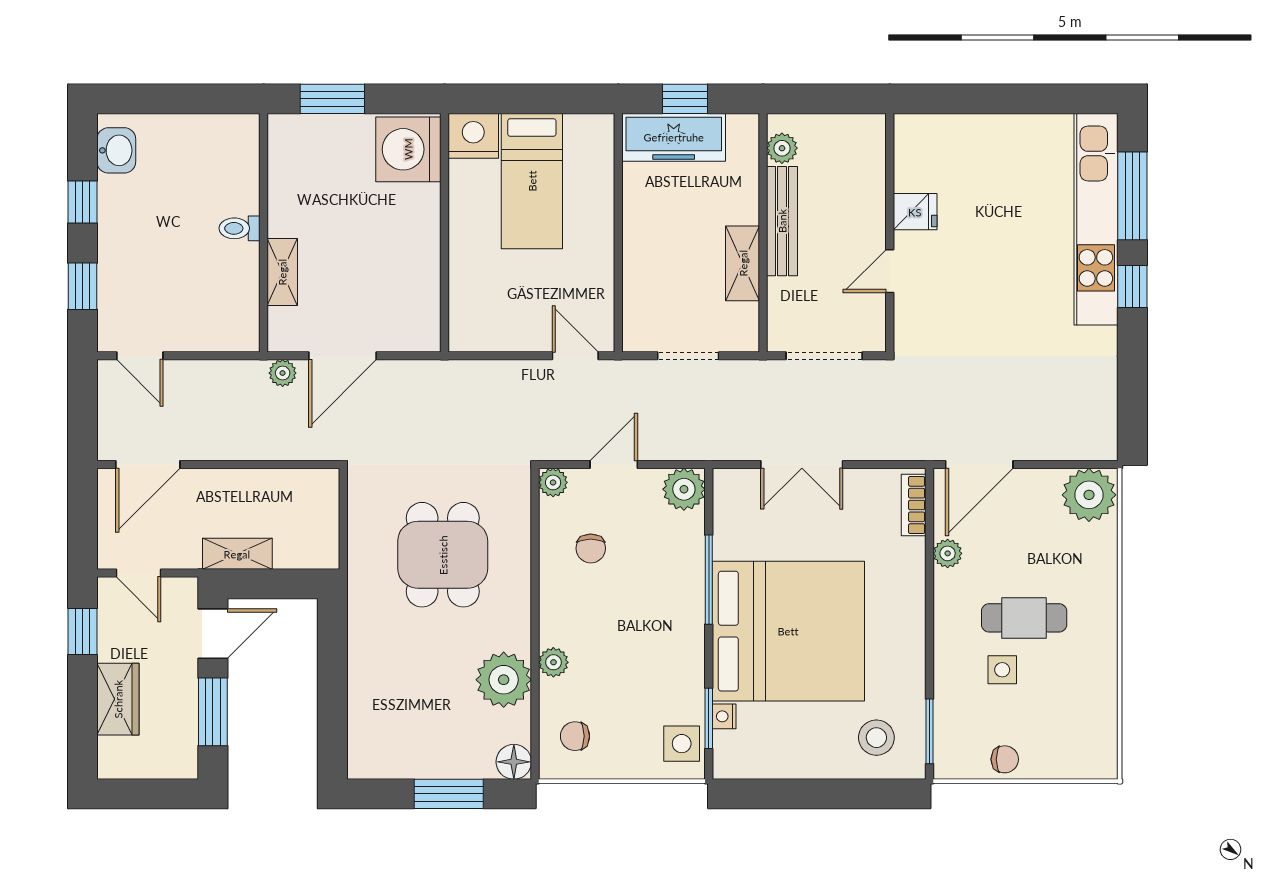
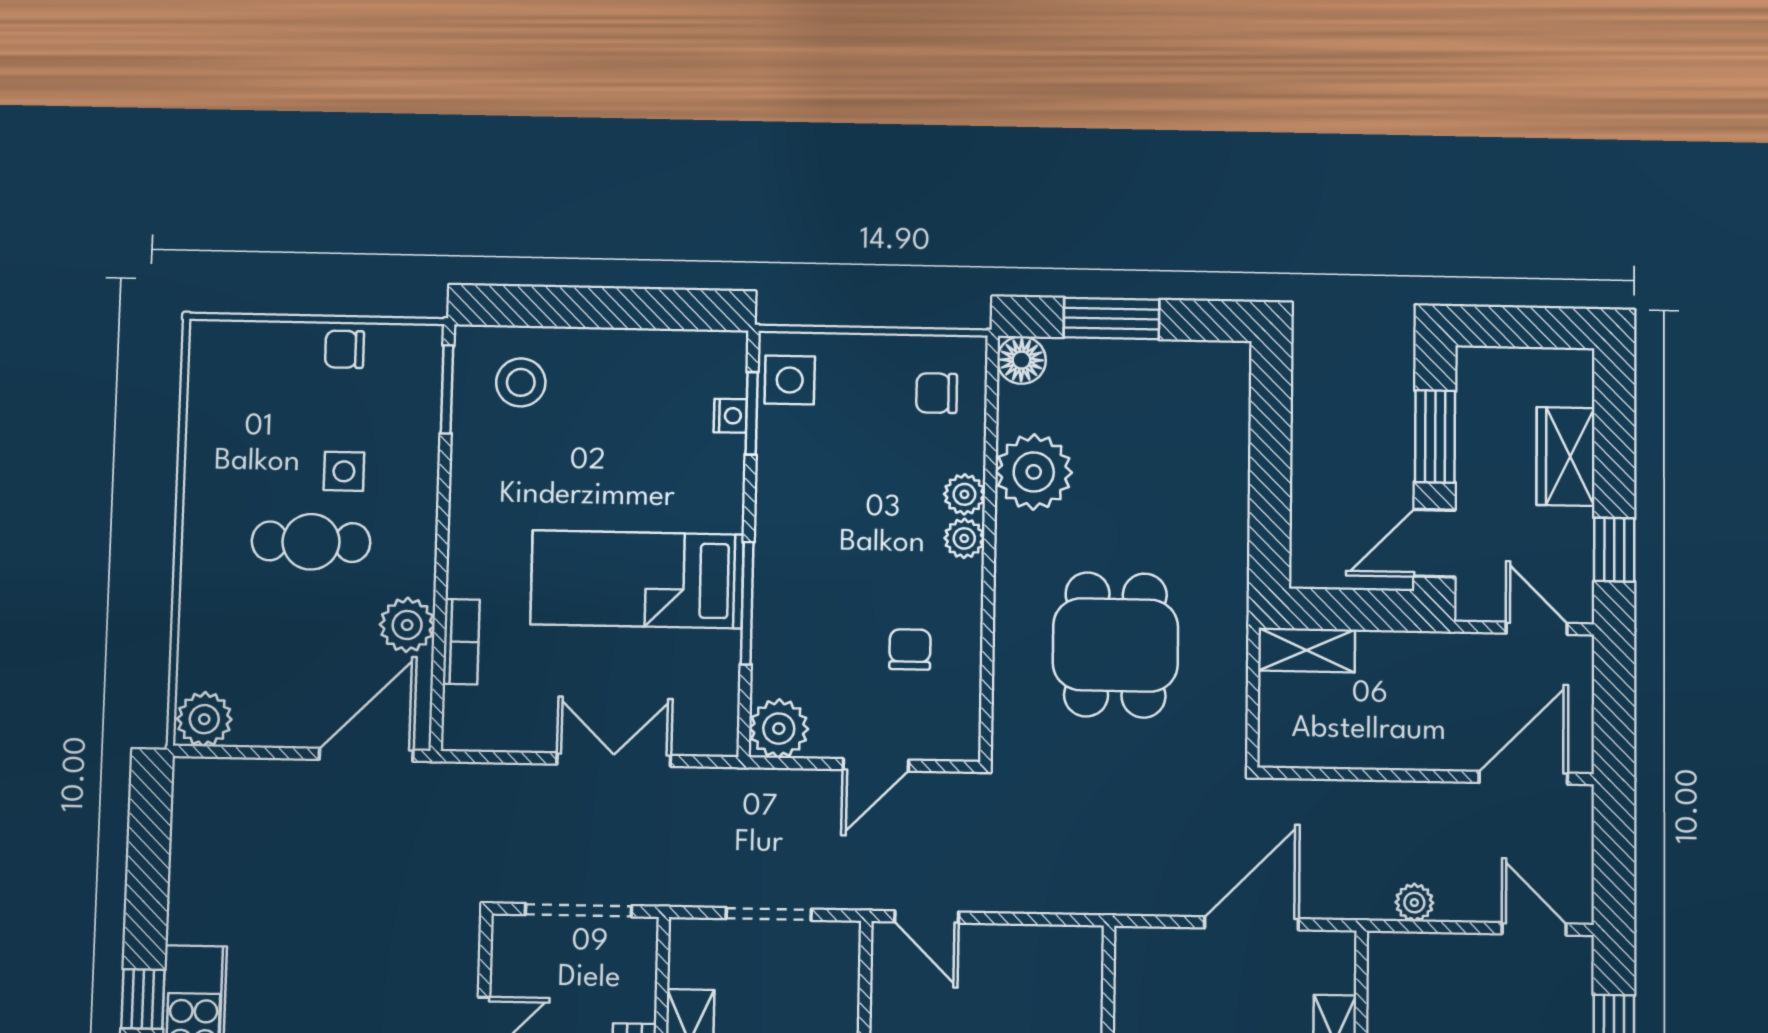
plant: (283, 373) -> (1414, 903), moved
plant: (553, 482) -> (964, 538), moved
plant: (1089, 495) -> (204, 719), width x0.73, depth x0.73
bookcase: (914, 505) -> (461, 642), moved
plant: (948, 553) -> (407, 625), width x1.38, depth x1.38
shelving: (237, 554) -> (1307, 650), moved
bed: (788, 631) -> (637, 579), width x0.49
chair: (575, 736) -> (937, 393), turned 180

